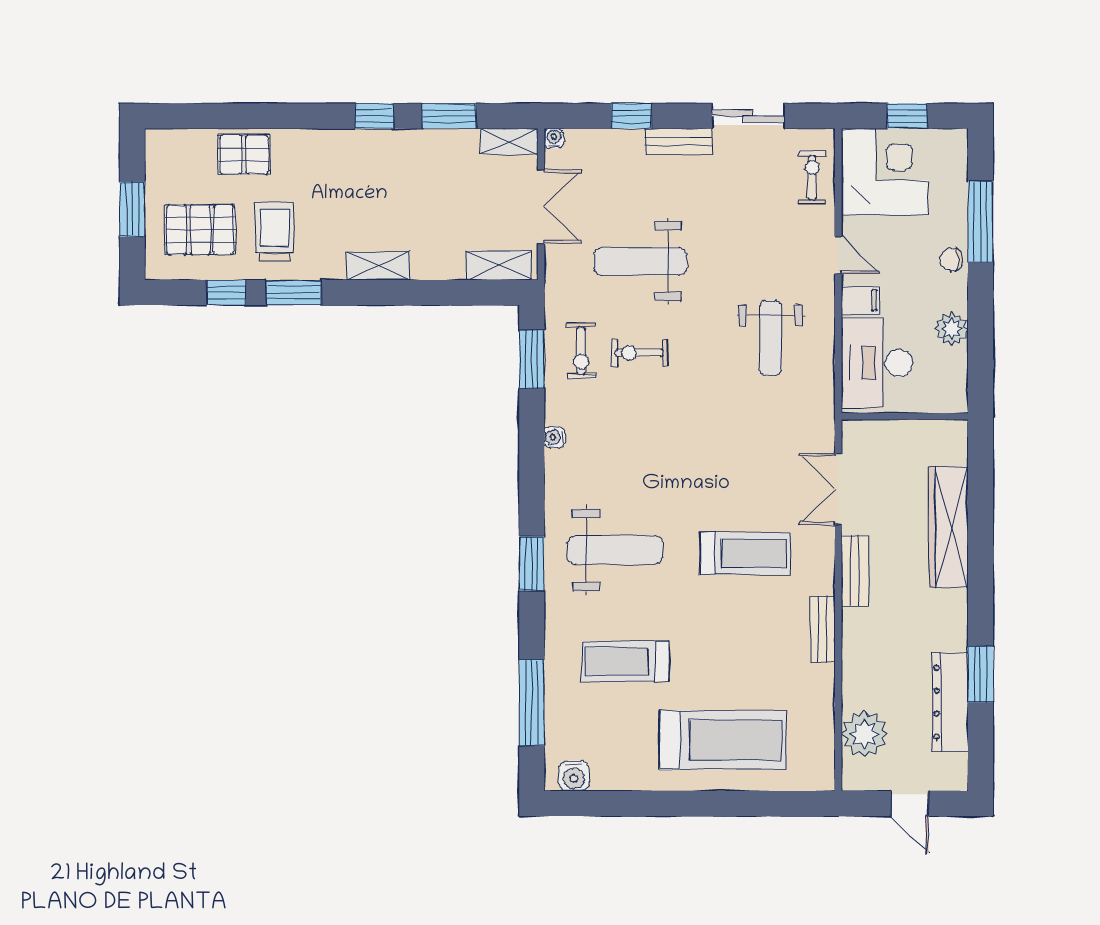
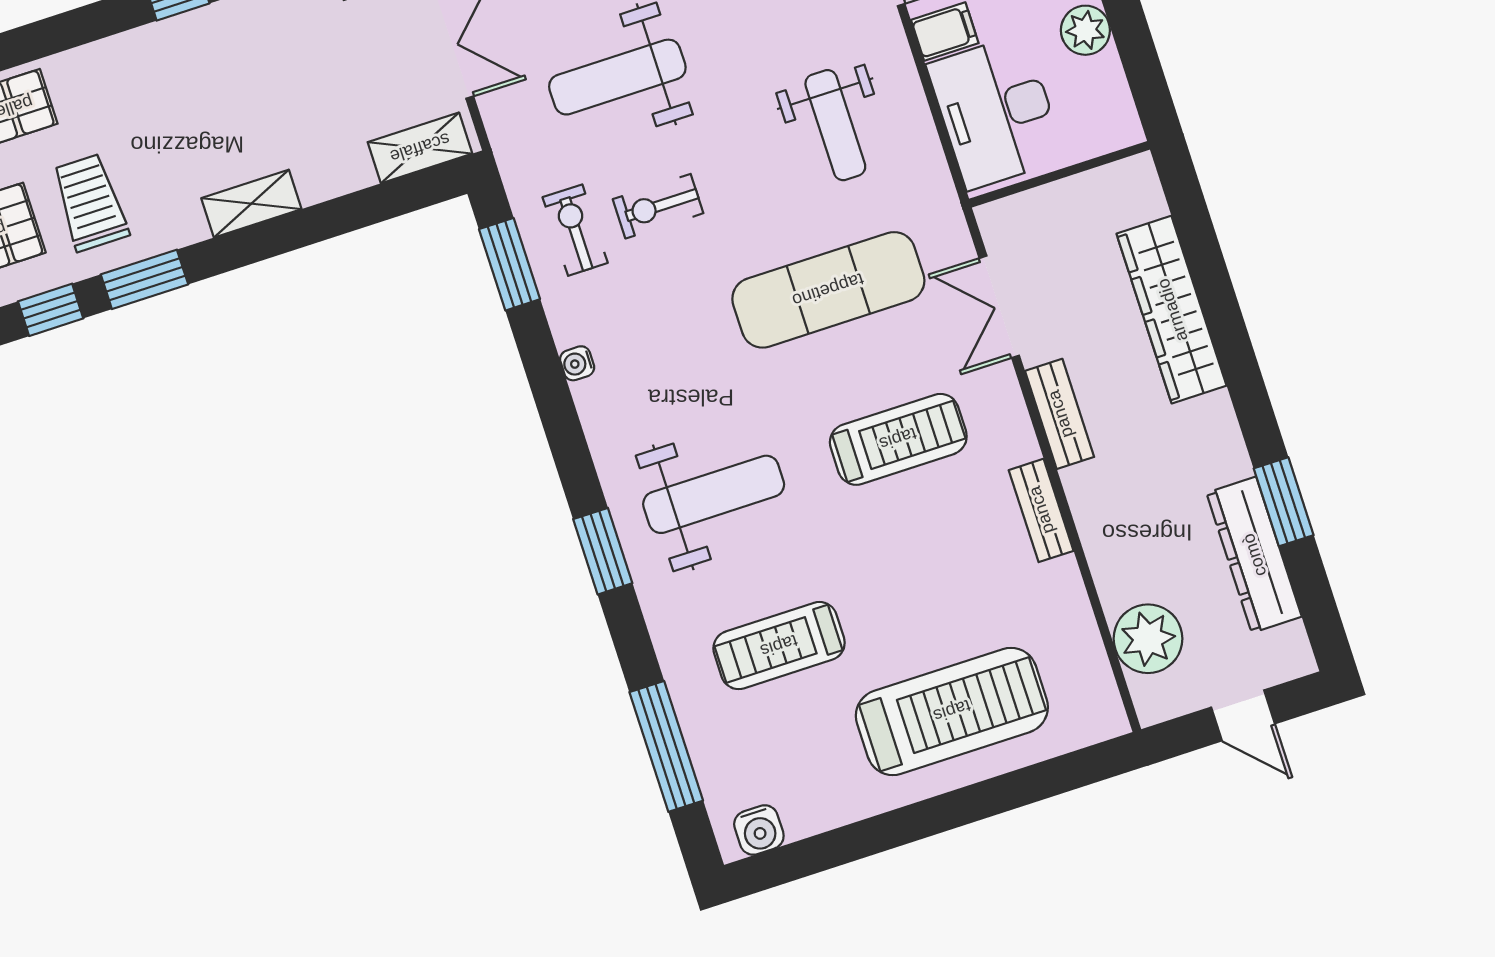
exercise bike: (581, 351) -> (575, 230), turned 180
exercise mat: (732, 442) -> (828, 290), added

